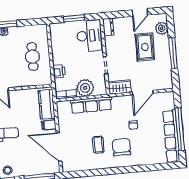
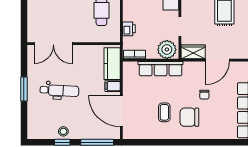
plant: (85, 88) -> (167, 49), moved
chair: (122, 147) -> (189, 117), turned -90

